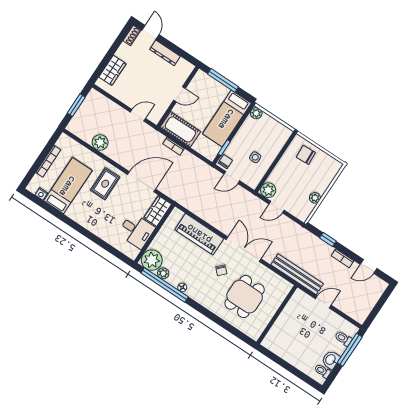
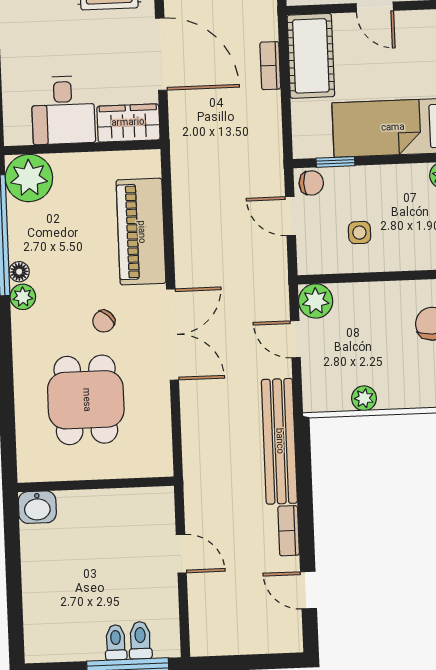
window: (328, 239) -> (304, 478), removed
plant: (163, 273) -> (23, 297), moved
bench: (297, 274) -> (279, 441), moved
dining table: (245, 297) -> (86, 400), turned 90
washbasin: (331, 360) -> (37, 507), moved, turned 180
toilet: (323, 371) -> (116, 642), moved

